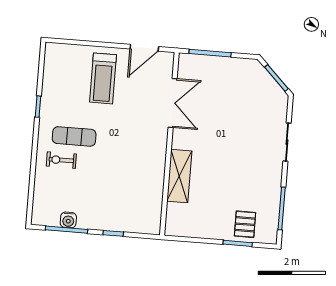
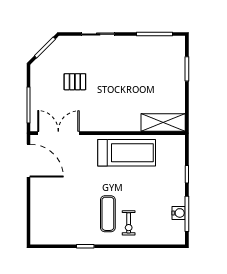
door: (144, 48) -> (28, 161), width x1.36
treadmill: (103, 78) -> (127, 153), moved, width x1.37, depth x1.38
double door: (173, 103) -> (58, 133), moved
shelving: (179, 176) -> (163, 123), moved
pallet: (245, 224) -> (75, 82), moved

